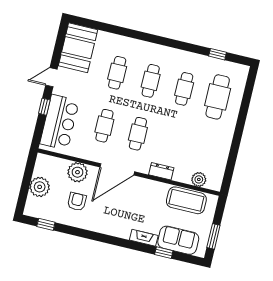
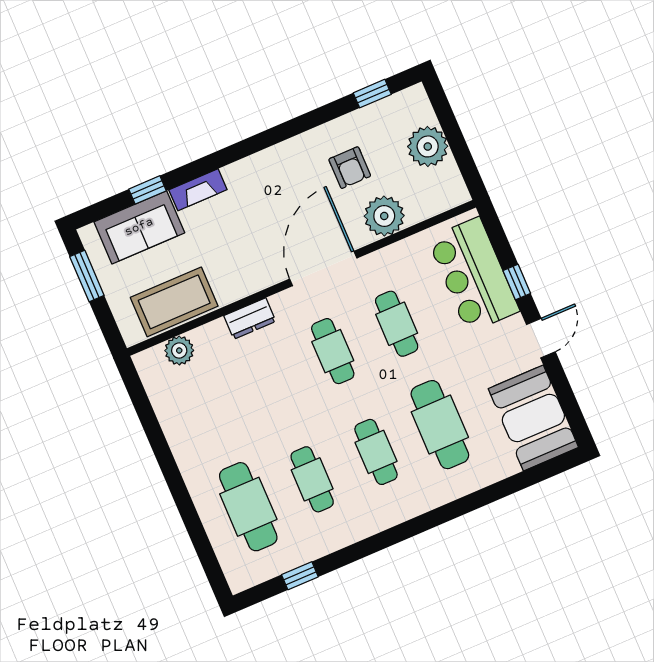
cafe table: (117, 73) -> (440, 425), width x1.37, depth x1.35

